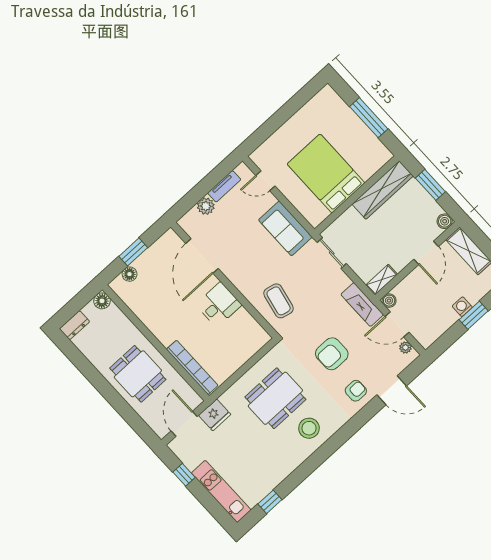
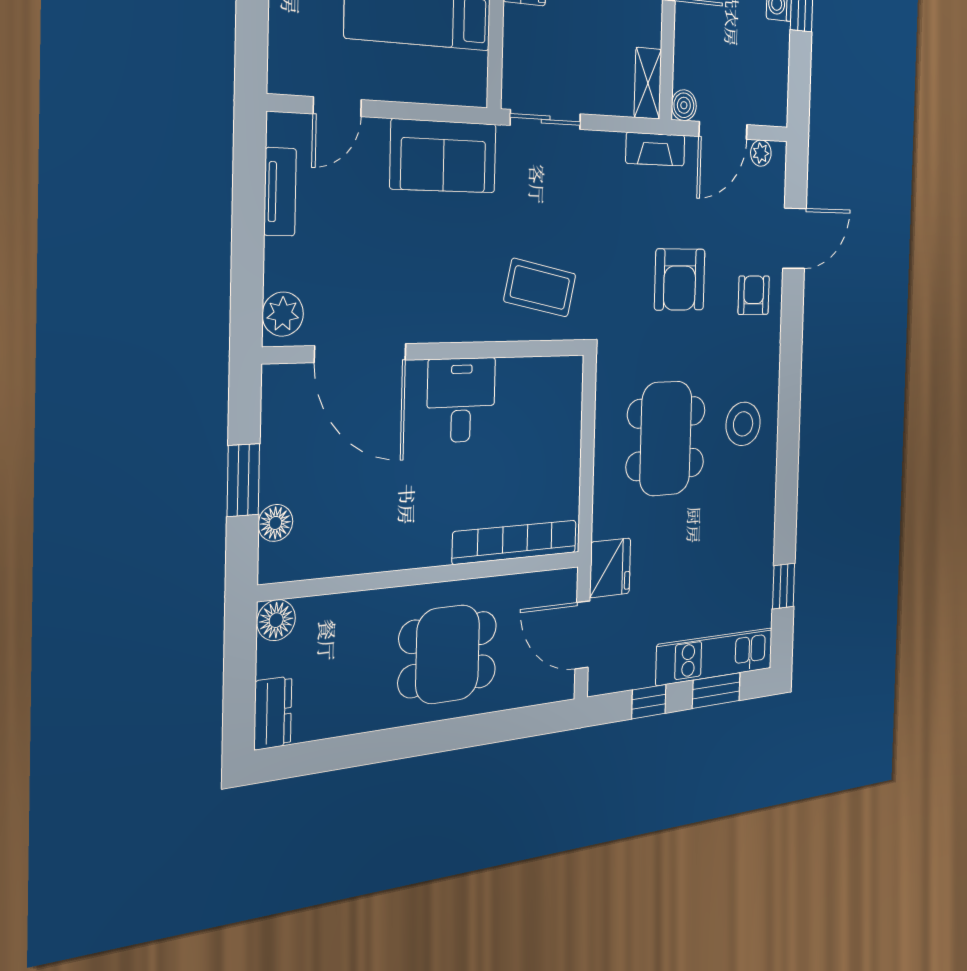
plant: (206, 206) -> (283, 314), moved
fireplace: (362, 305) -> (655, 149), width x0.73, depth x0.76
window: (210, 503) -> (716, 690), added

